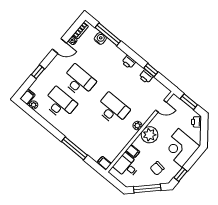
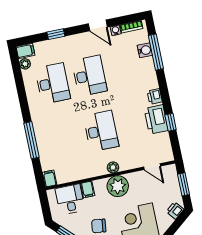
printer: (146, 77) -> (156, 119), width x1.87, depth x1.48

